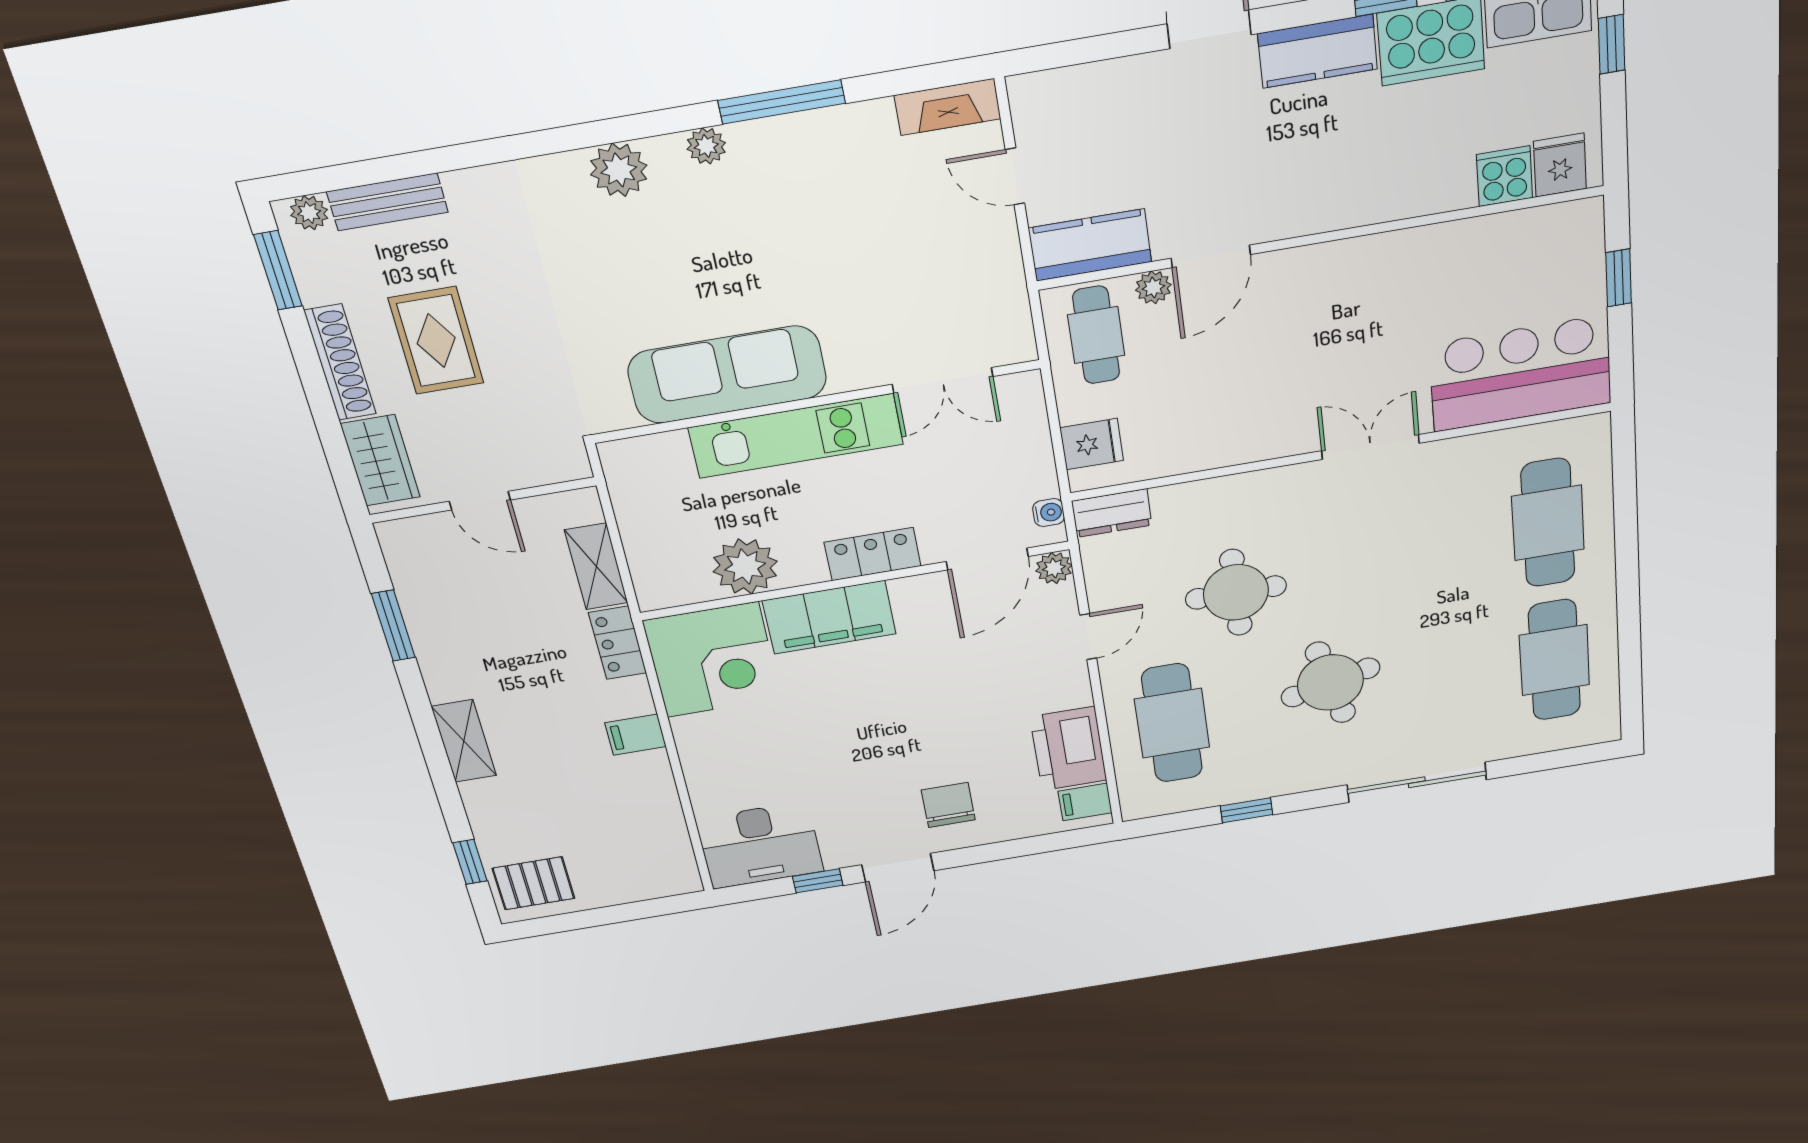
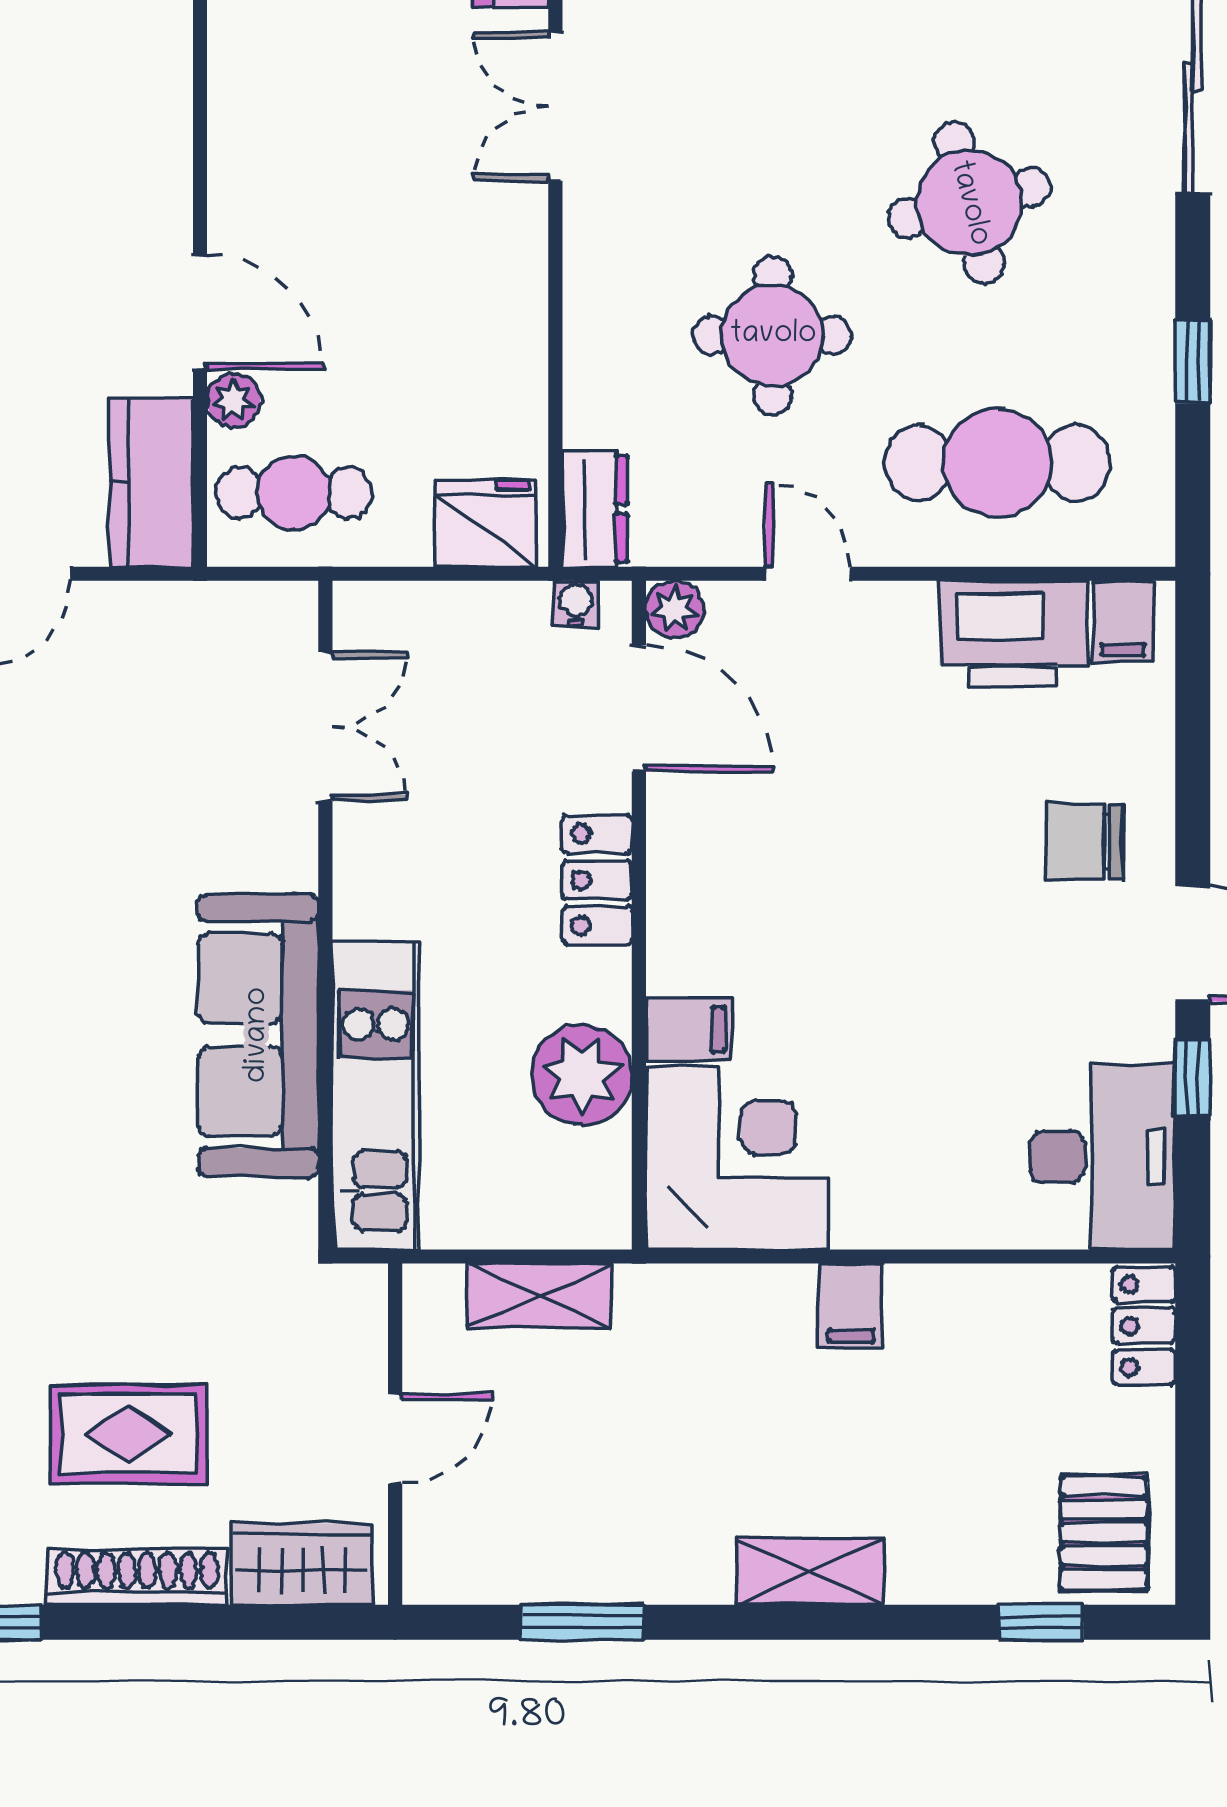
kitchen unit: (796, 436) -> (376, 1095), moved
fridge: (1092, 444) -> (486, 523), width x1.38
filing cabinet: (829, 617) -> (689, 1029), width x0.33, depth x0.86
locker: (618, 643) -> (1144, 1326), moved, turned 90

